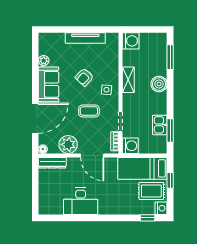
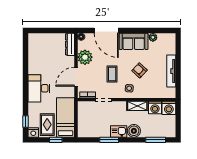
kitchen sink: (160, 125) -> (119, 131), moved
window: (170, 131) -> (109, 140), moved
washing machine: (130, 146) -> (155, 108), moved
desk: (81, 201) -> (39, 88), moved

